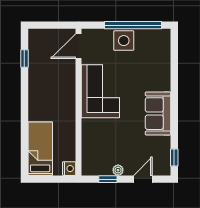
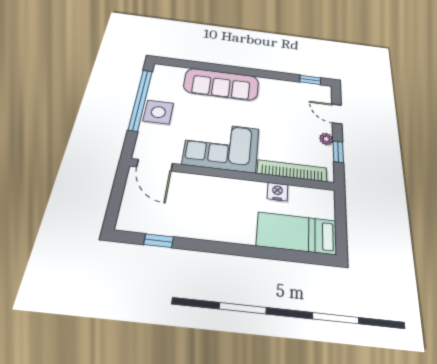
sofa: (158, 114) -> (221, 84), moved, width x1.36
bookcase: (87, 144) -> (292, 171), added
nightstand: (69, 169) -> (277, 192), moved

